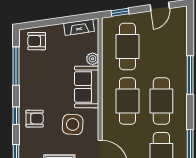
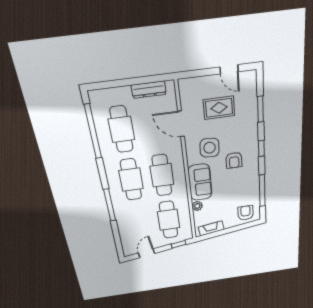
armchair: (37, 41) -> (246, 213), turned -90
armchair: (35, 119) -> (234, 160), moved, turned -90

